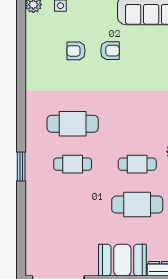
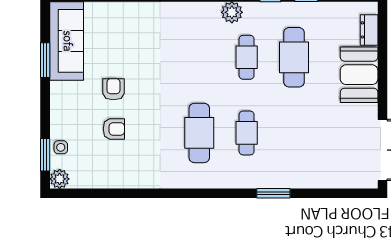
armchair: (76, 51) -> (114, 129), turned -90
window: (21, 167) -> (273, 193), moved

